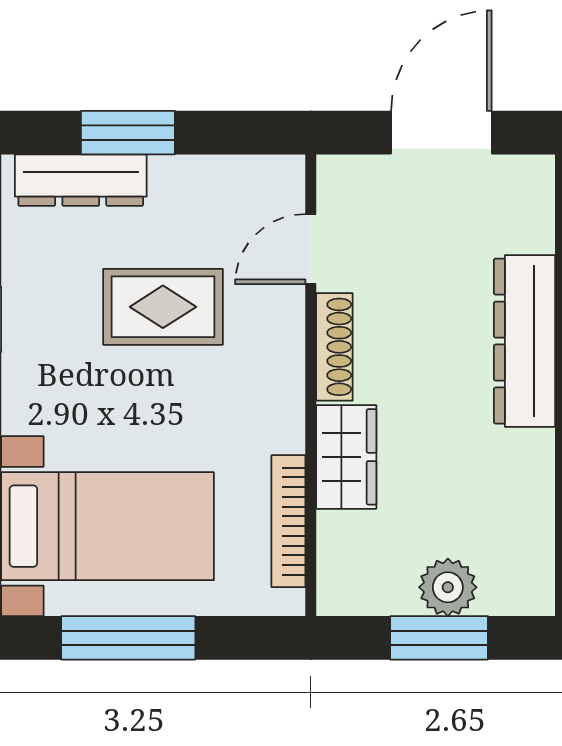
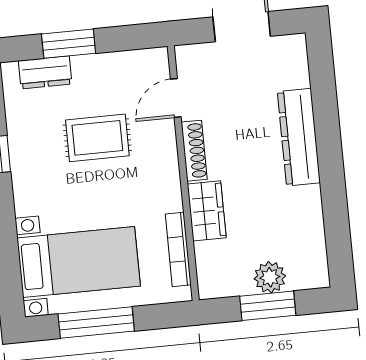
dresser: (81, 180) -> (45, 72), width x0.70

